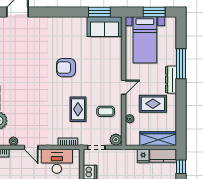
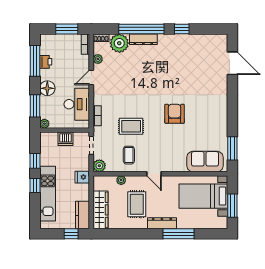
sofa: (105, 27) -> (205, 162), moved, turned 90
fridge: (143, 156) -> (82, 177), moved

